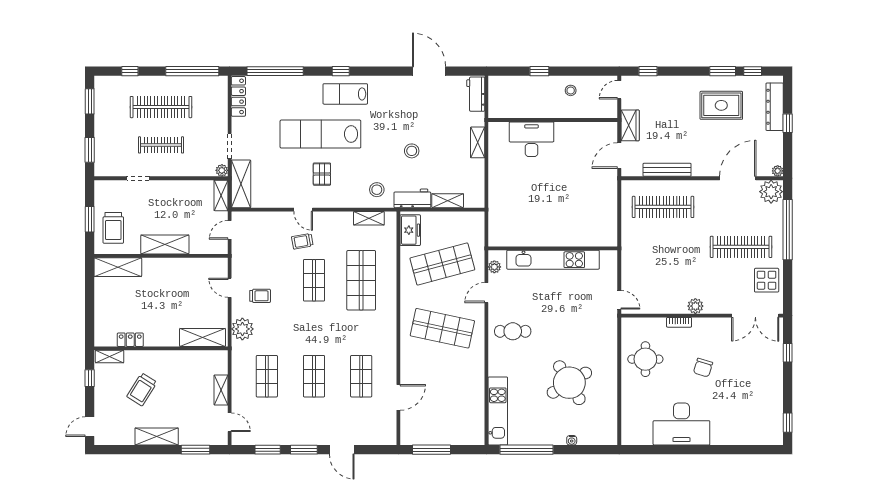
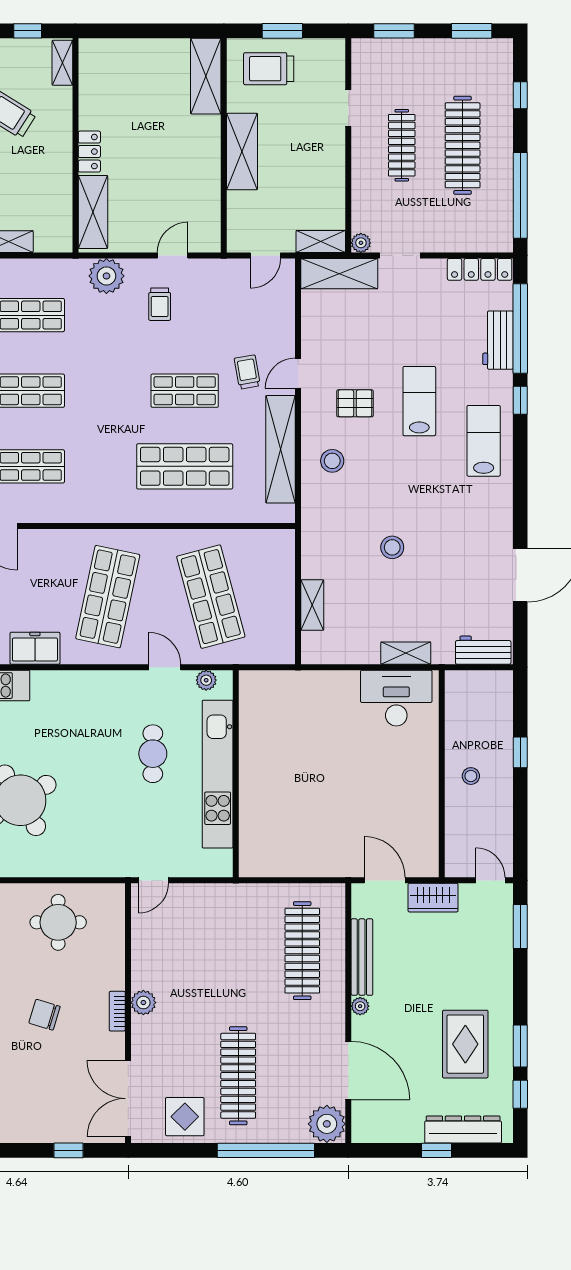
window: (341, 71) -> (520, 400), moved
window: (648, 71) -> (520, 927), width x1.50
stool: (571, 90) -> (471, 776), moved
lab bench: (320, 134) -> (419, 401), width x0.54, depth x0.72
desk: (532, 139) -> (396, 698), moved, turned -90
plant: (778, 171) -> (360, 1006), moved
stool: (377, 190) -> (332, 461), moved
workbench: (412, 198) -> (498, 340), moved, turned 180
shelving: (369, 218) -> (280, 449), width x2.20, depth x1.33
door: (230, 230) -> (265, 255), swing flipped
freezer: (410, 230) -> (35, 648), moved, turned 180
bookcase: (679, 322) -> (117, 1011), moved
cafe table: (513, 331) -> (153, 754), moved
locker: (130, 340) -> (89, 152), moved

